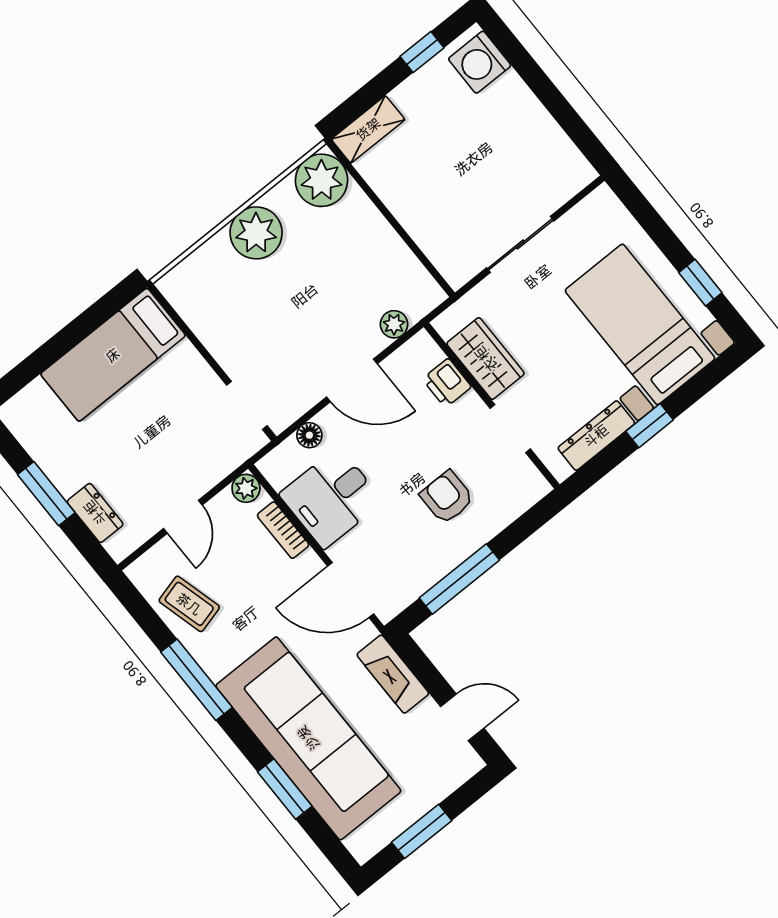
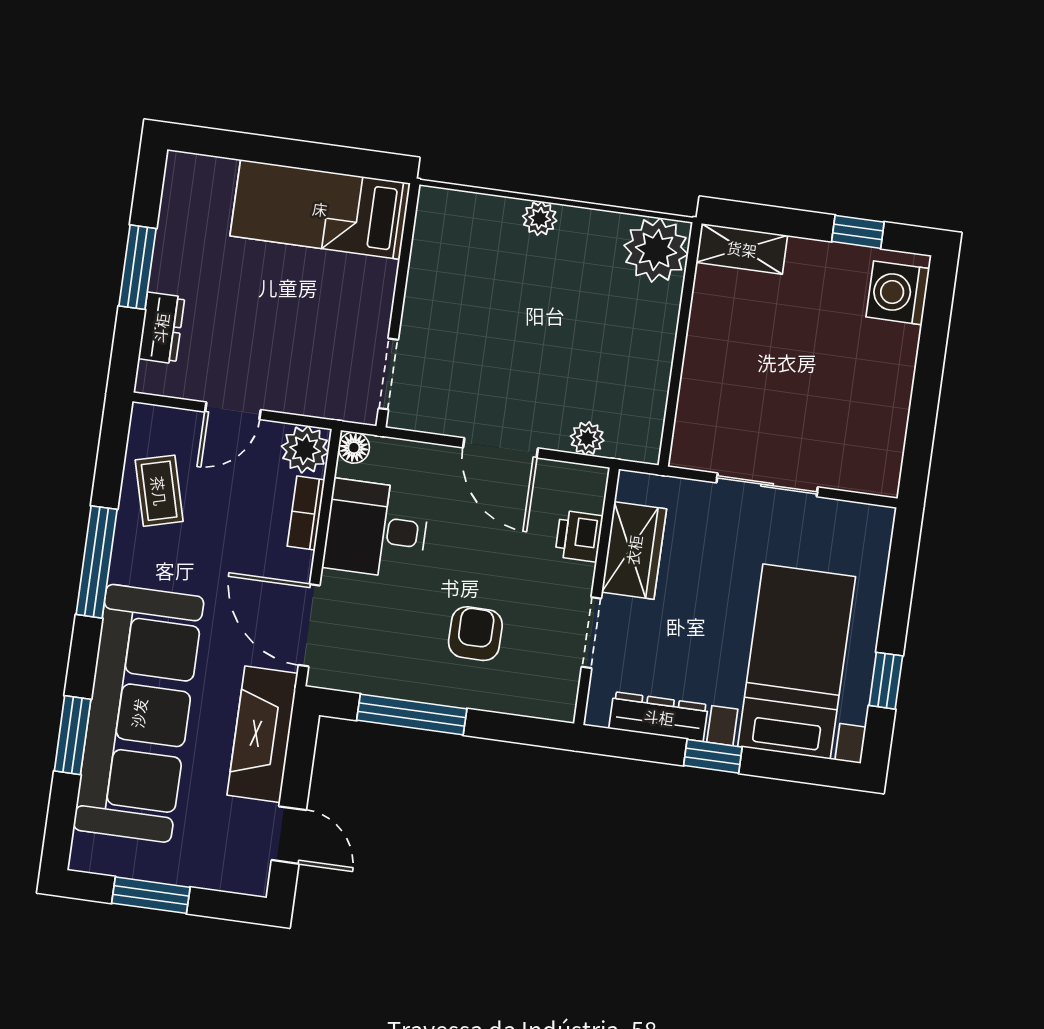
plant: (256, 233) -> (540, 218), width x0.53, depth x0.53
floor lamp: (309, 435) -> (354, 448), moved
plant: (246, 488) -> (305, 449), width x1.38, depth x1.38
fireplace: (393, 674) -> (262, 734), width x1.37, depth x1.32

